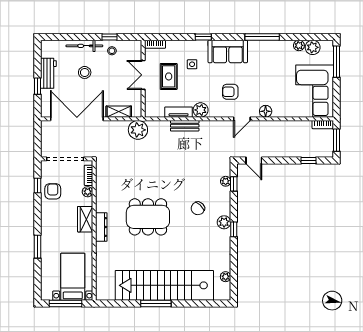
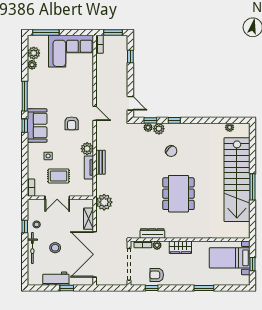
window: (203, 37) -> (25, 126), moved
floor lamp: (266, 111) -> (88, 93), removed
door: (254, 161) -> (130, 103), hinge flipped
plant: (224, 222) -> (159, 129), moved
dresser: (101, 227) -> (152, 233), moved
window: (234, 229) -> (174, 120), moved
window: (65, 304) -> (252, 264), width x0.46

